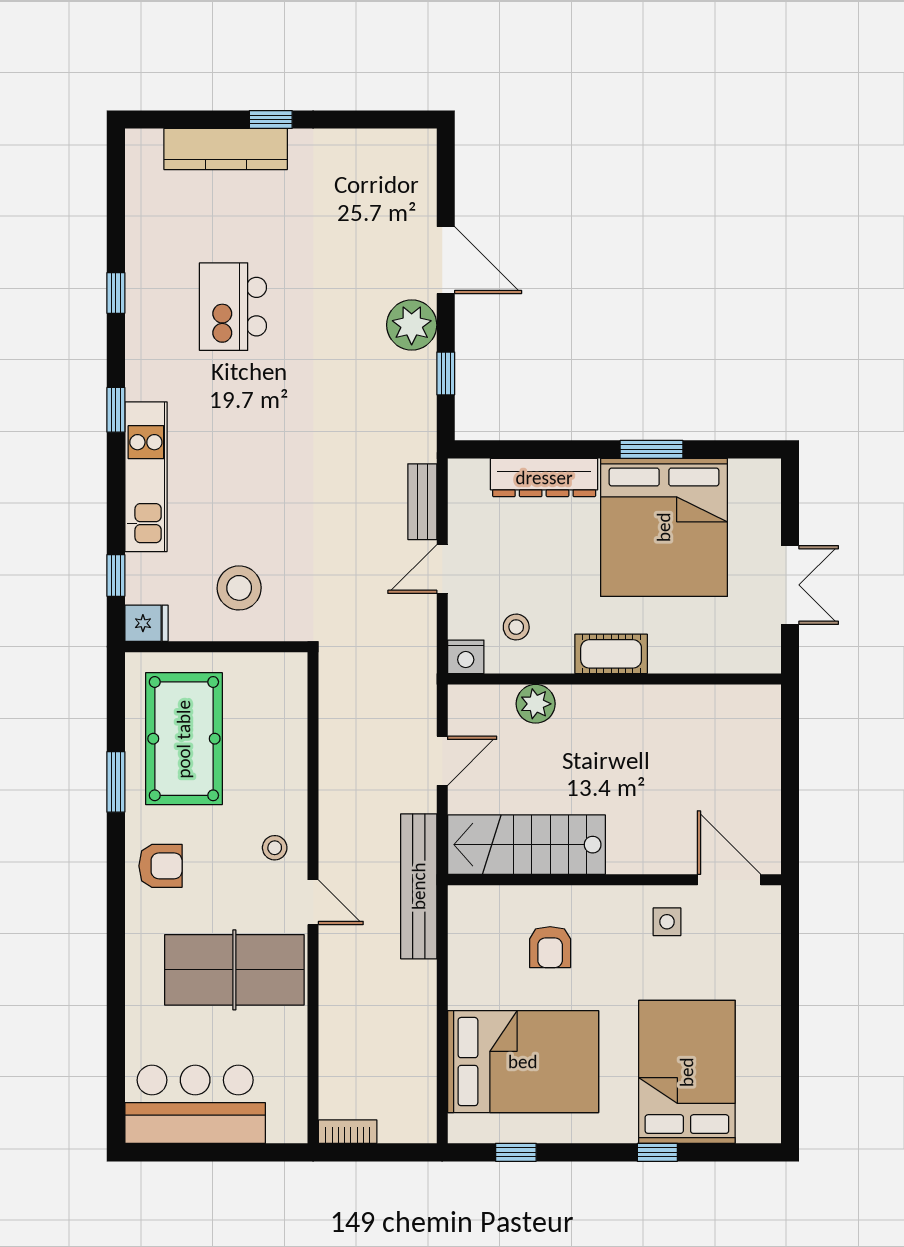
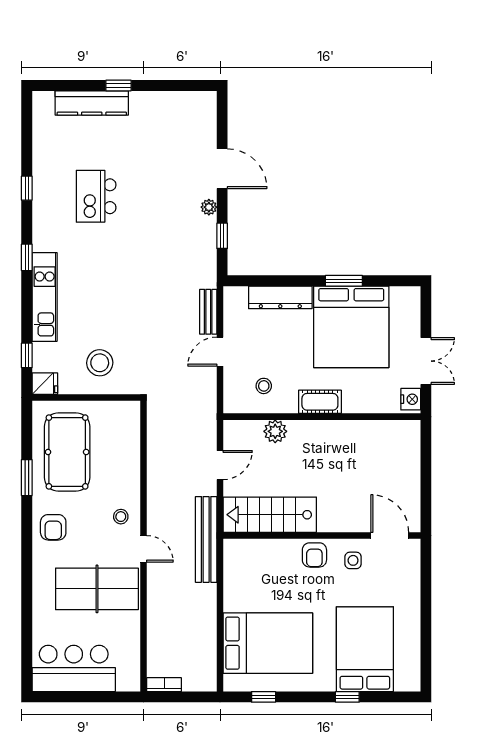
plant: (412, 325) -> (209, 207), width x0.53, depth x0.53
nightstand: (466, 657) -> (411, 399), moved, turned -90
armchair: (161, 866) -> (53, 527), turned 90
armchair: (550, 947) -> (314, 555), moved

